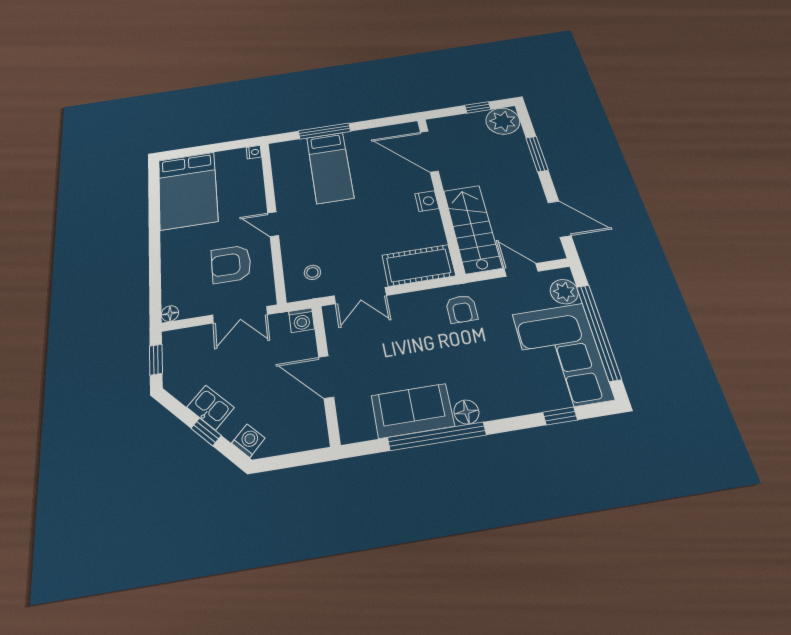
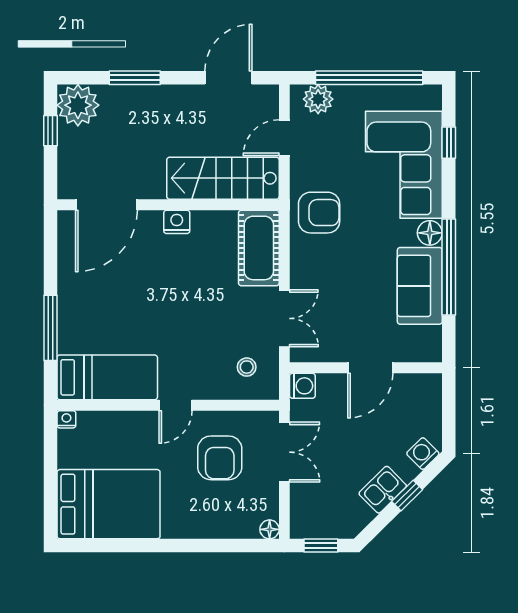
bed: (330, 167) -> (107, 377), moved
armchair: (462, 309) -> (319, 213), width x1.38, depth x1.38
corner sofa: (562, 356) -> (404, 165), moved, turned 90

